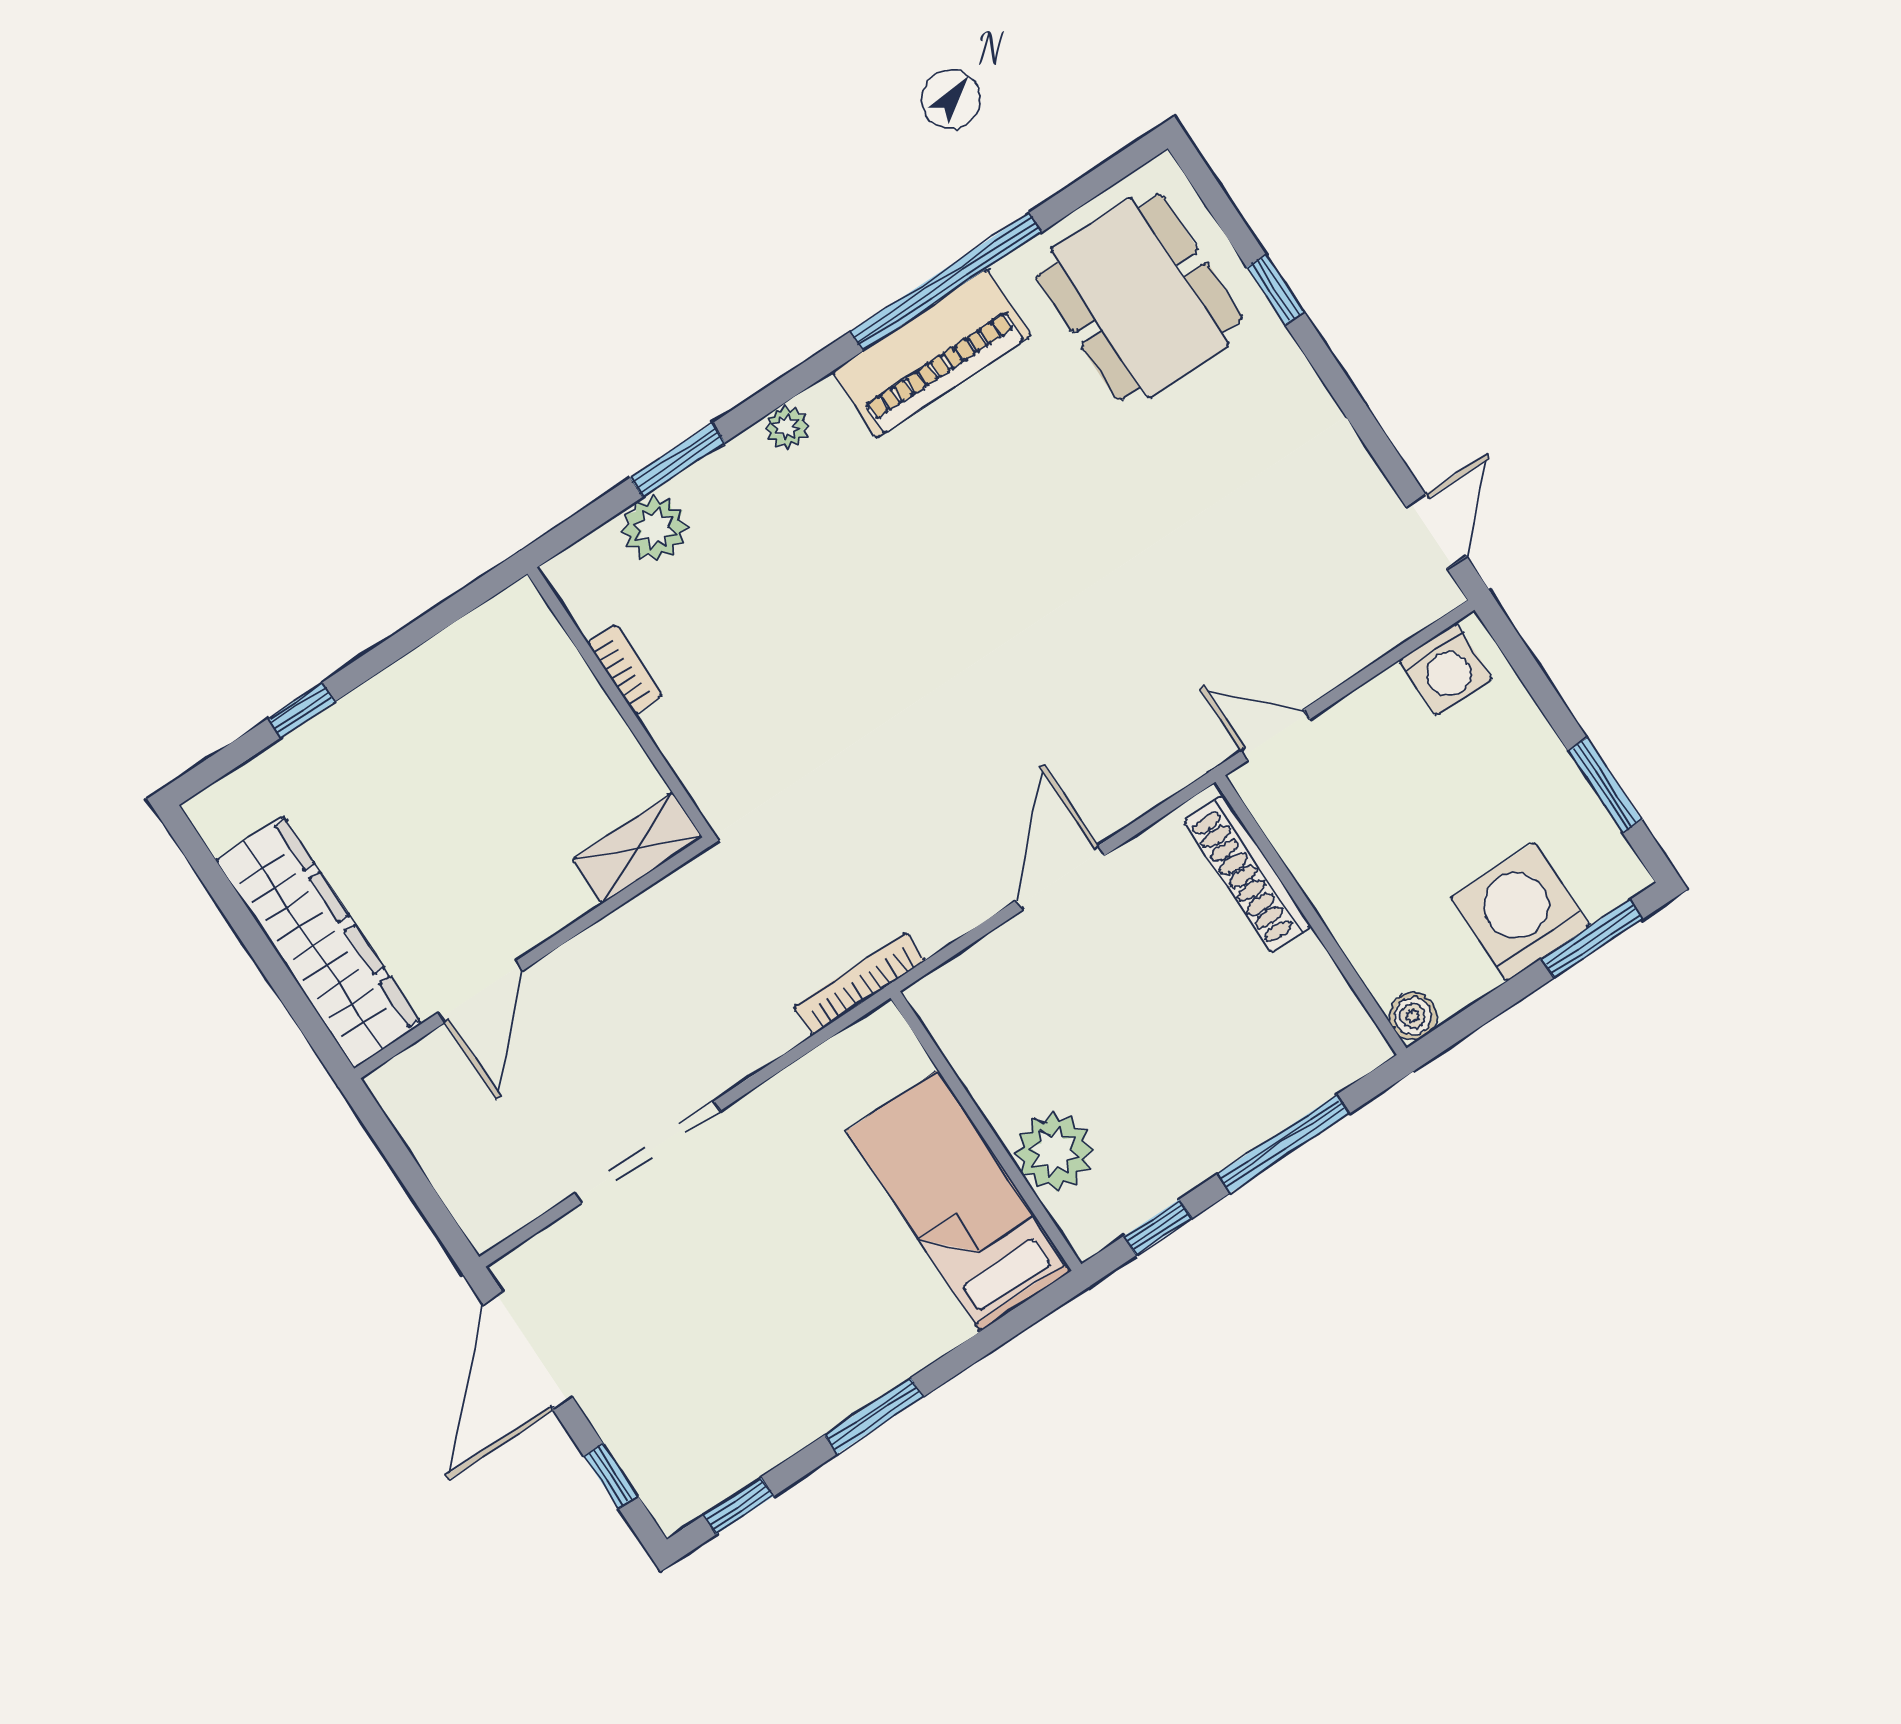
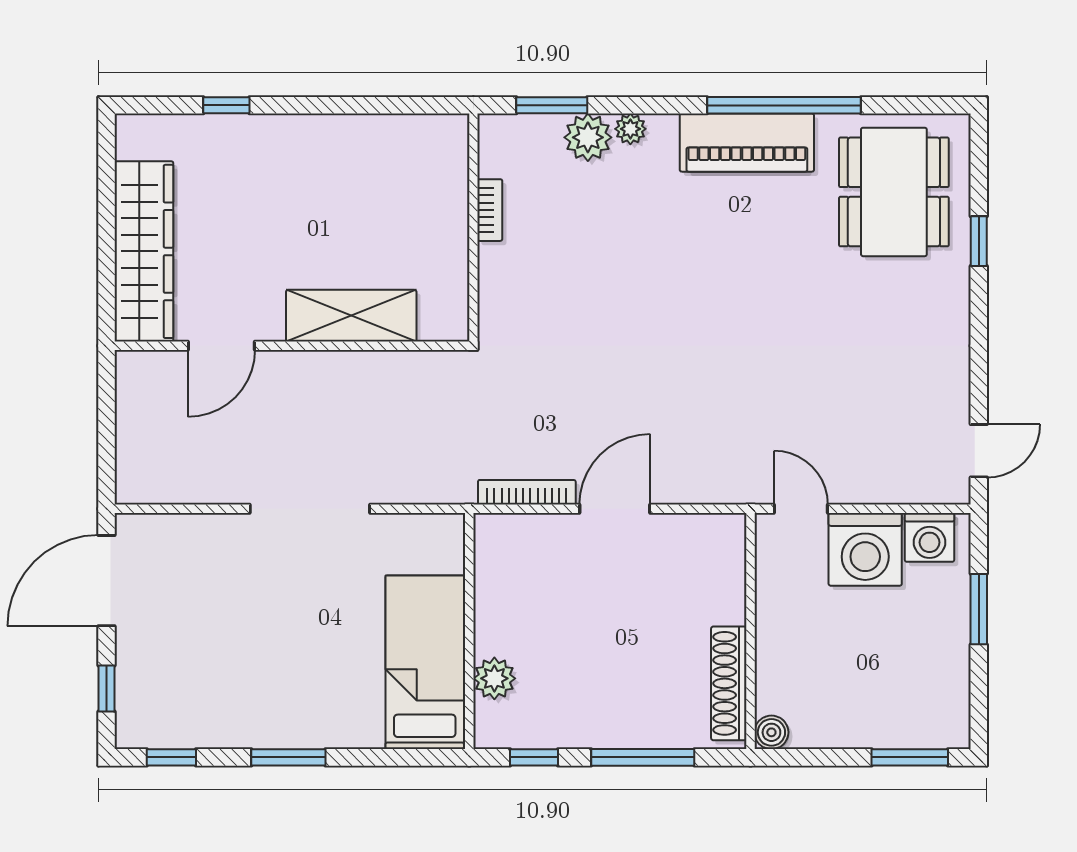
plant: (655, 528) -> (588, 137), moved
bookcase: (625, 669) -> (490, 210), moved
wall: (620, 702) -> (473, 228), moved
window: (1605, 785) -> (979, 609), moved
shelving: (637, 848) -> (351, 316), width x1.50, depth x1.33
shoe rack: (1247, 874) -> (729, 683), moved
washing machine: (1520, 912) -> (865, 549), moved, turned 180
bookcase: (860, 984) -> (527, 492), moved
doorway: (647, 1152) -> (310, 509), moved
plant: (1054, 1152) -> (494, 678), width x0.73, depth x0.73

